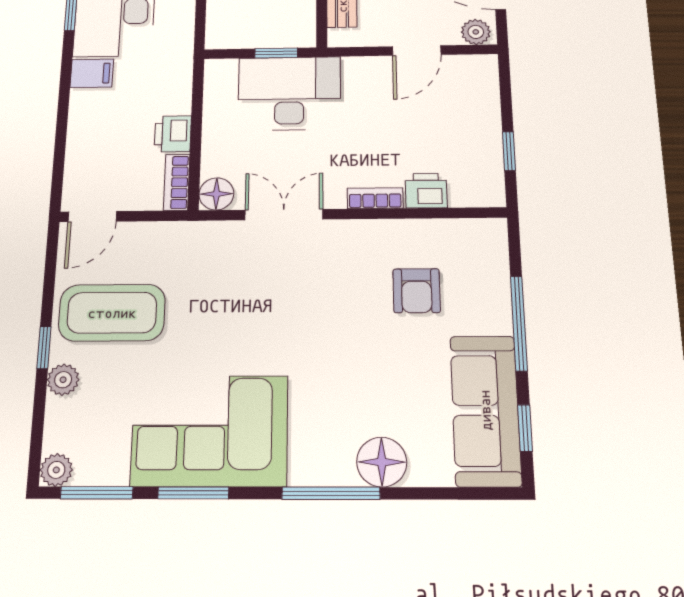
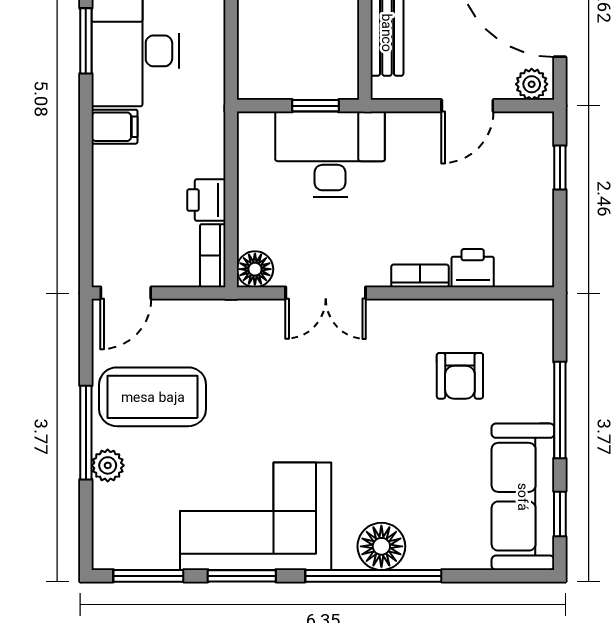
window: (509, 151) -> (560, 168), moved
double door: (284, 215) -> (326, 293), swing flipped
window: (44, 347) -> (86, 433), width x2.17
floor lamp: (382, 462) -> (381, 546), moved
plant: (56, 470) -> (108, 554), removed
window: (331, 493) -> (373, 576), width x1.46

